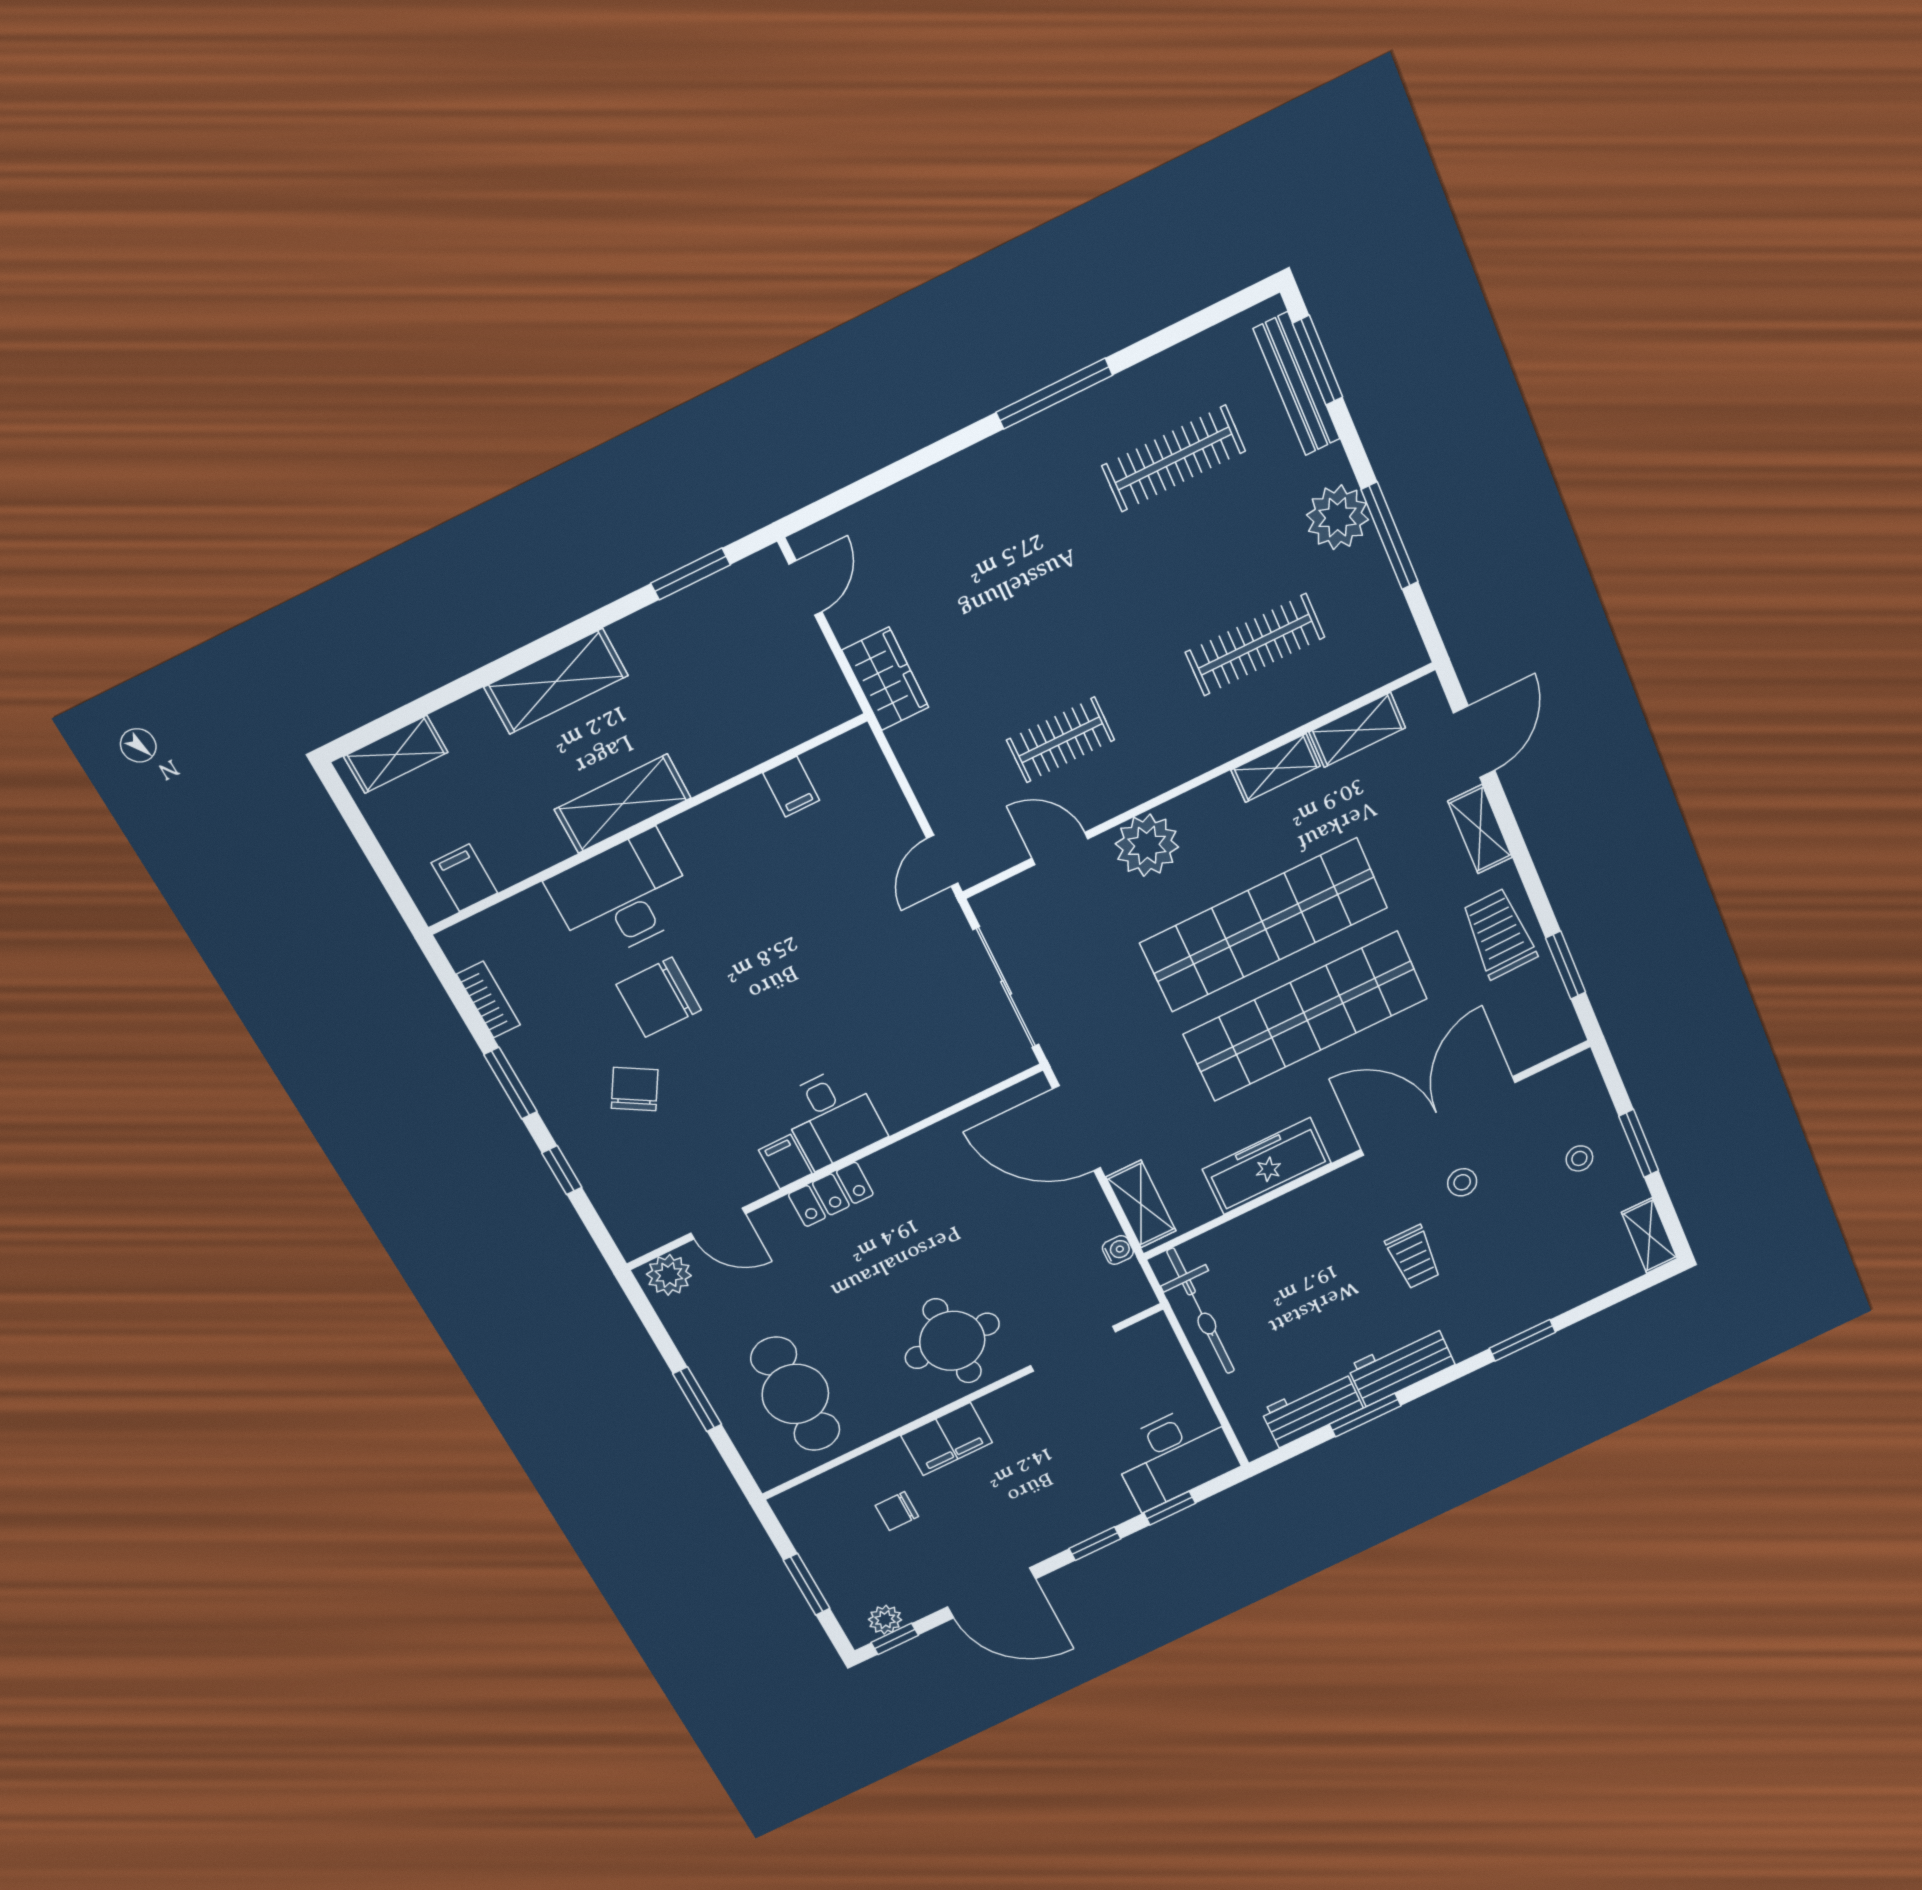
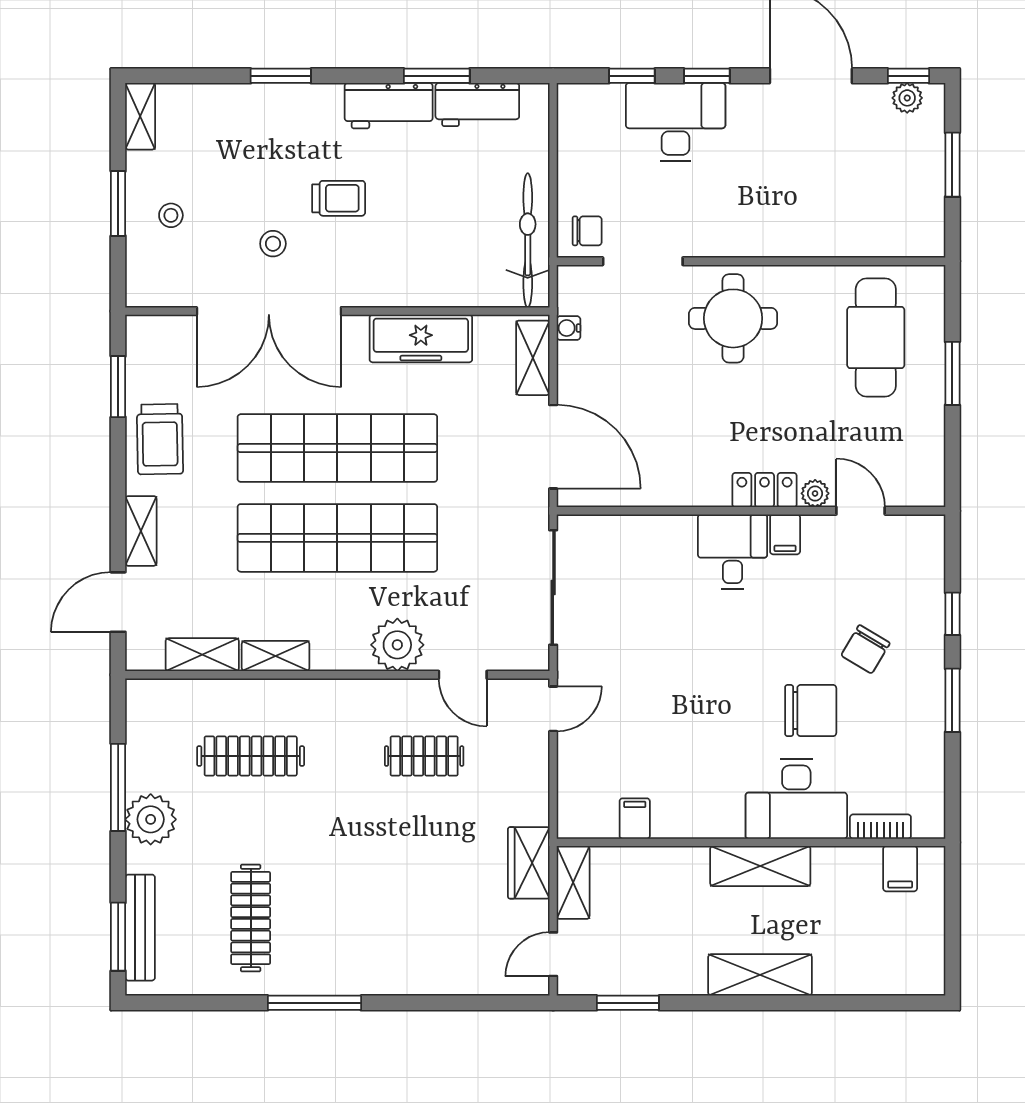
clothes rail: (1174, 458) -> (251, 918), turned 90
shelving: (396, 754) -> (573, 882), moved, turned 90
bookcase: (488, 1000) -> (880, 827), moved, turned 90
trolley: (1413, 1257) -> (339, 198), turned 90
plant: (669, 1275) -> (815, 493), moved, width x0.73, depth x0.73
filing cabinet: (947, 1439) -> (779, 235), removed
desk: (1174, 1456) -> (676, 122), moved
chair: (897, 1511) -> (587, 231), moved

